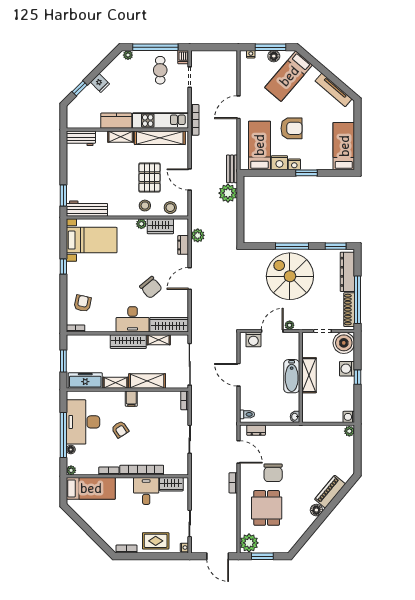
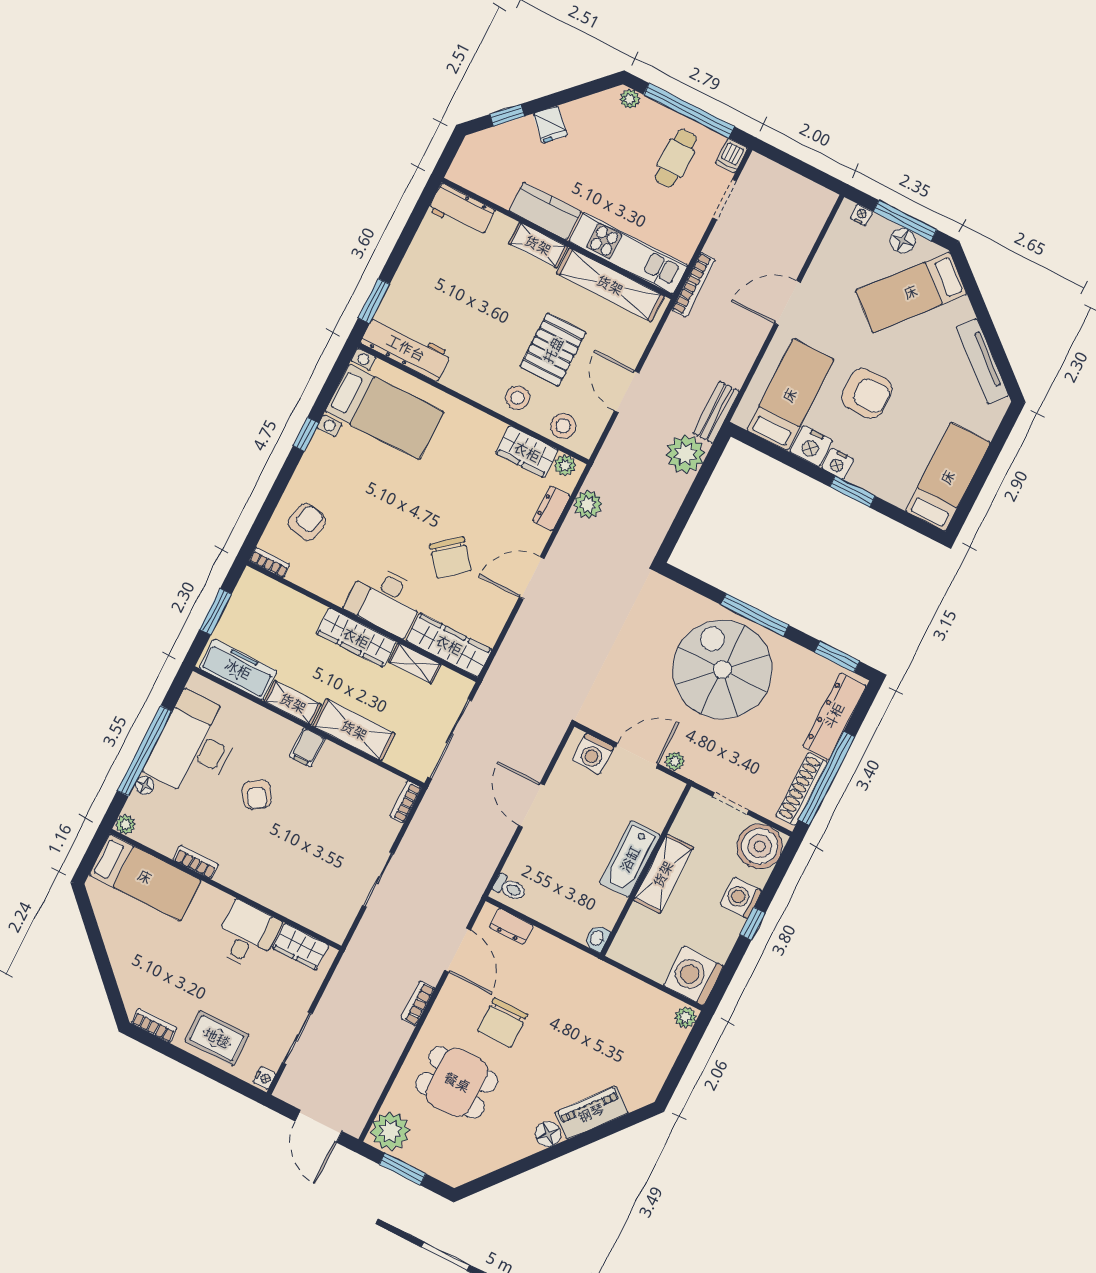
plant: (141, 224) -> (565, 465), moved
washing machine: (349, 417) -> (694, 976), width x1.89, depth x1.89
bookcase: (142, 470) -> (258, 892), removed
dining table: (267, 508) -> (457, 1082), turned 90

